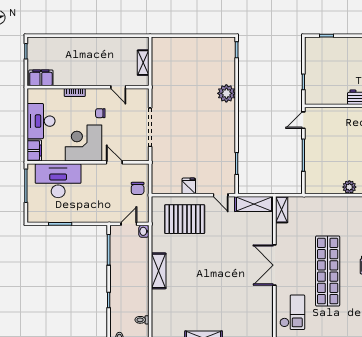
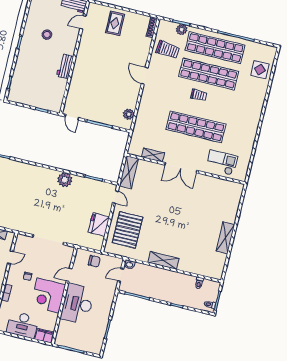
plant: (226, 93) -> (65, 180), moved
desk: (58, 181) -> (78, 304), moved
fridge: (189, 186) -> (99, 224), width x1.88, depth x1.34
plant: (349, 187) -> (129, 114), moved
door: (221, 195) -> (115, 197), hinge flipped
shelving: (282, 210) -> (153, 155), moved
door: (129, 224) -> (121, 275), hinge flipped

